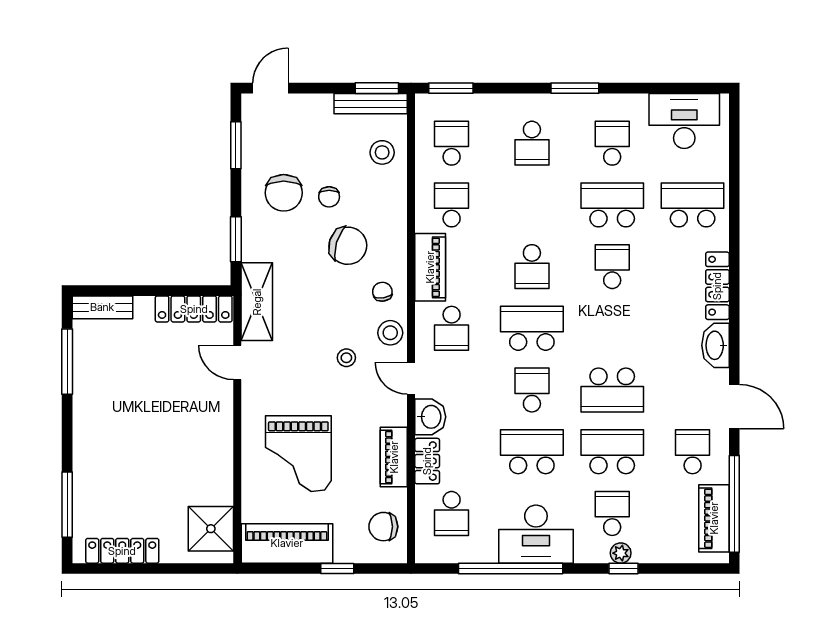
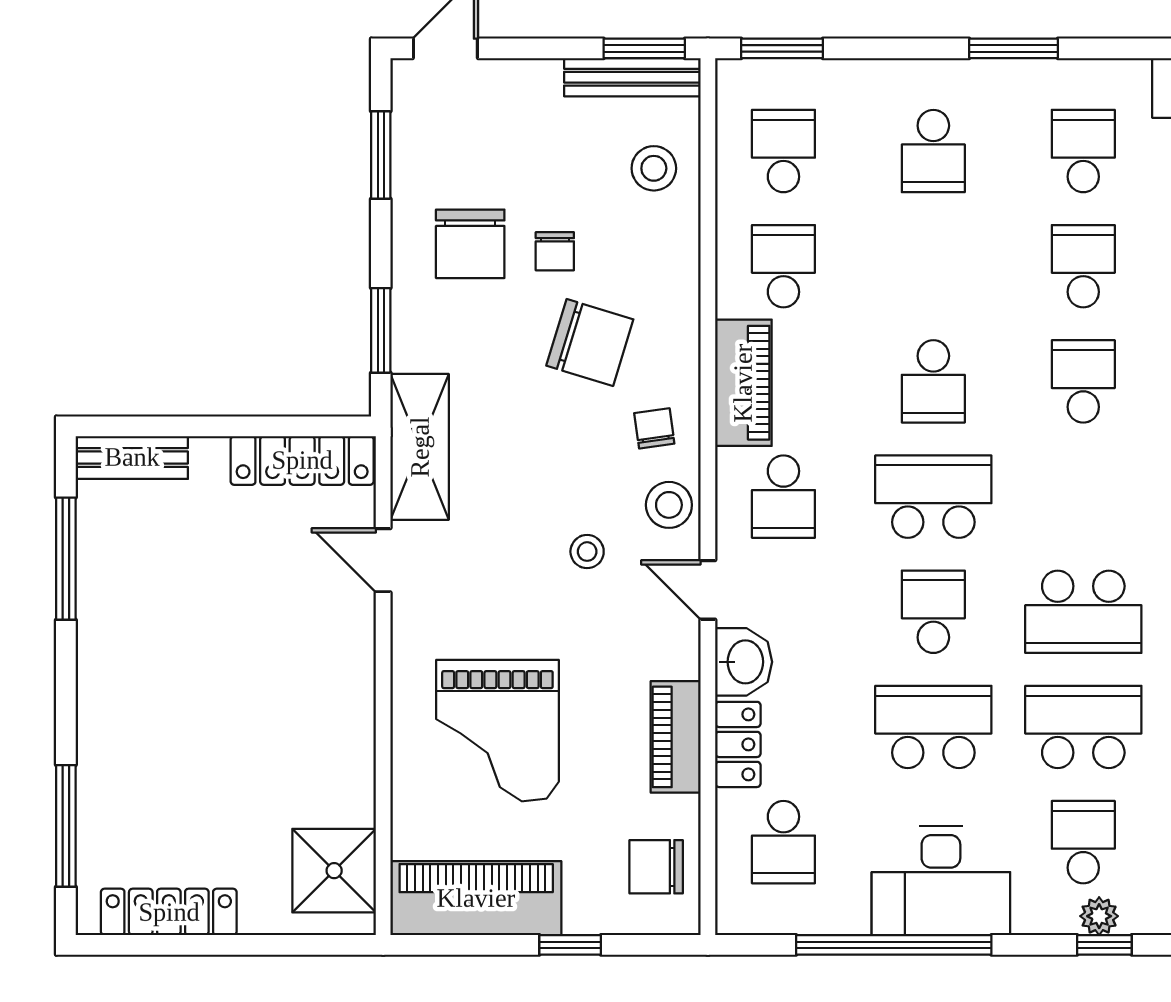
school desk: (612, 205) -> (1083, 266), width x0.54

